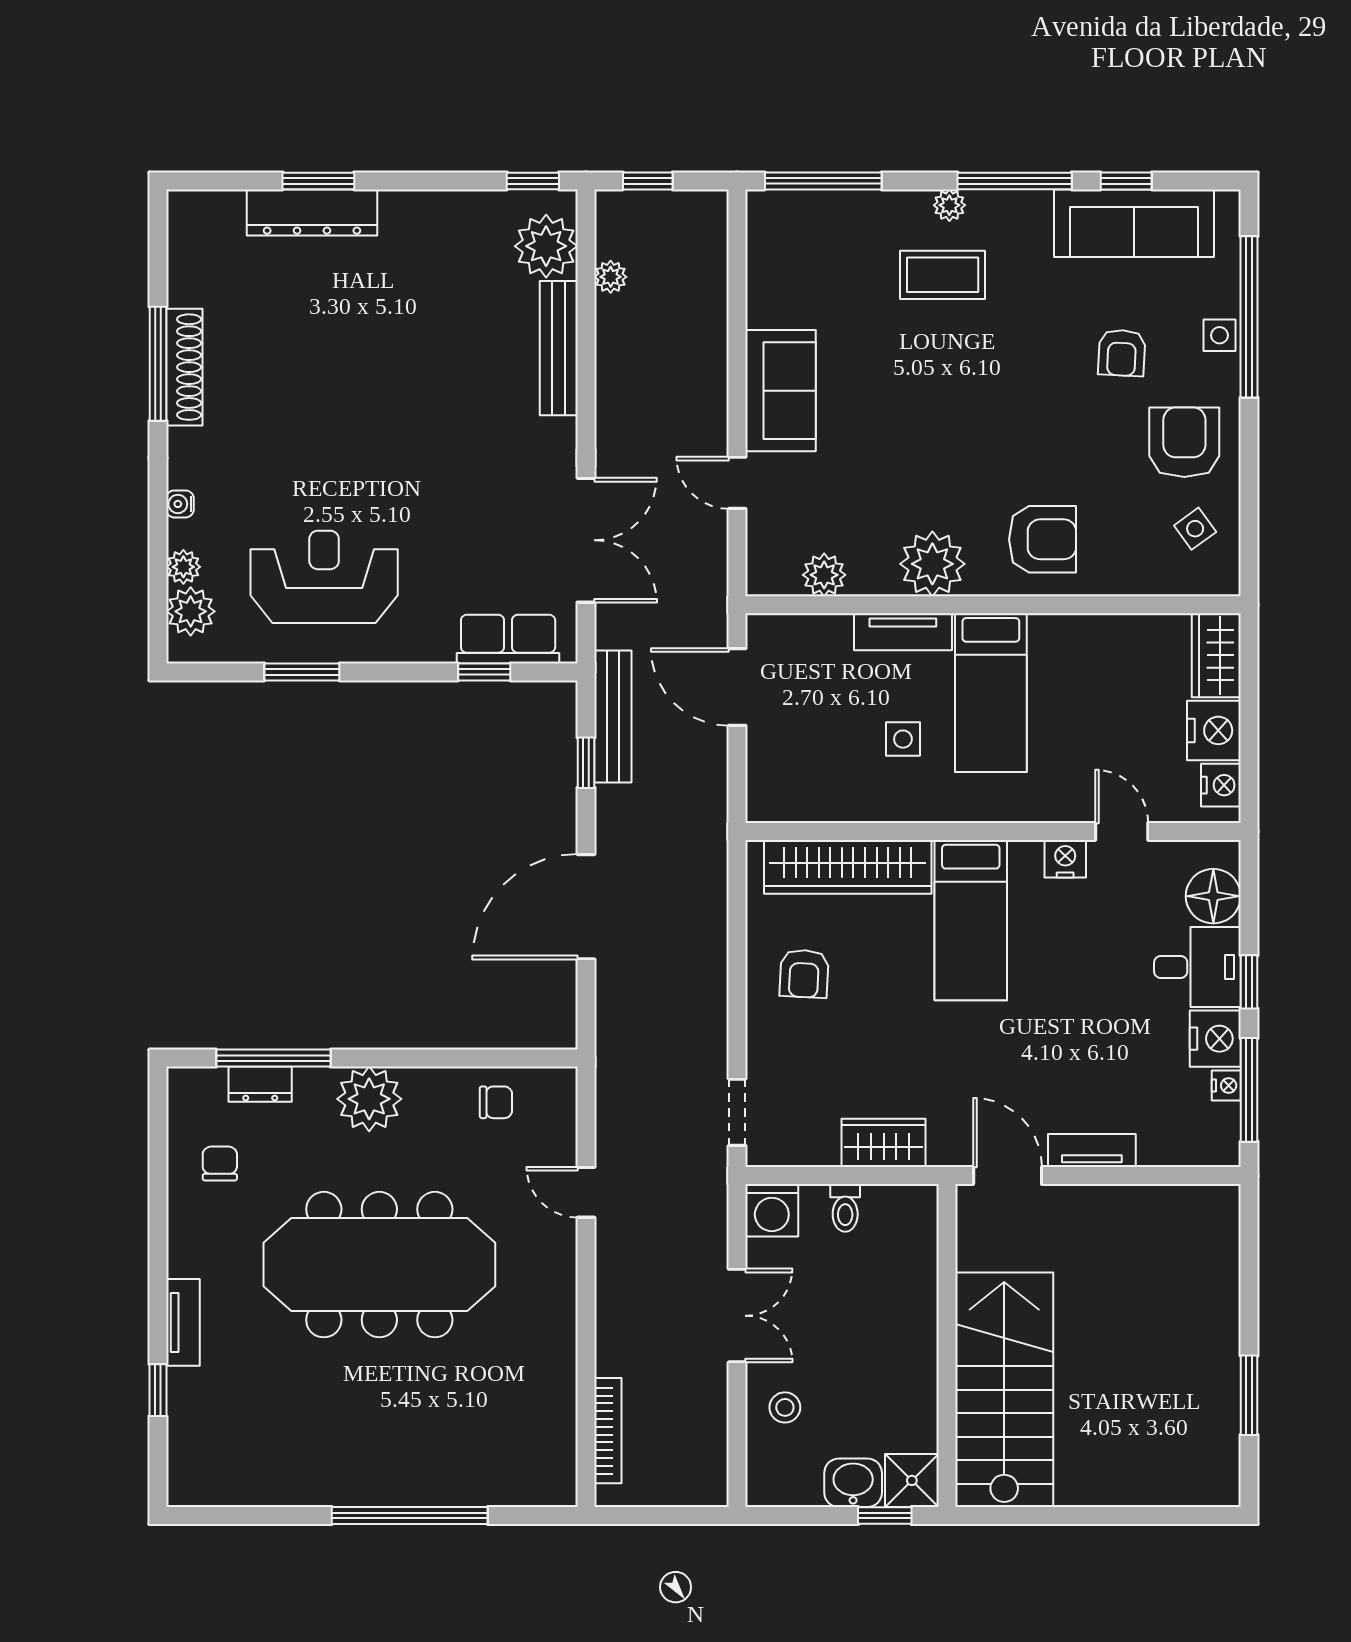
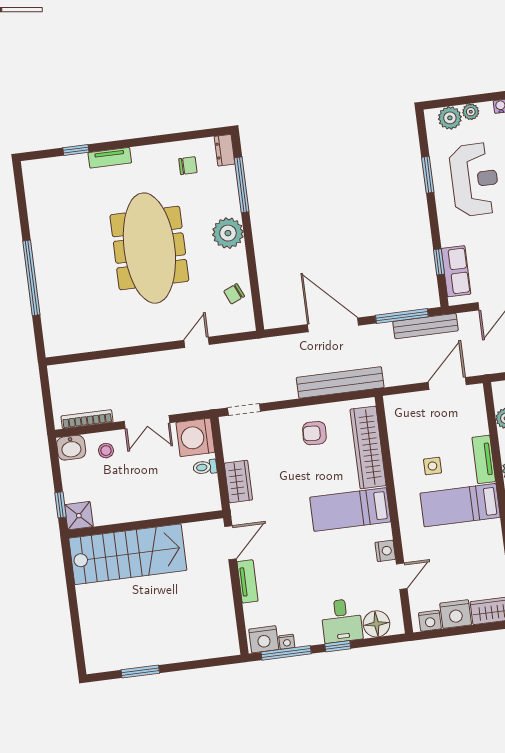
window: (586, 763) -> (402, 316), width x2.17
bench: (707, 907) -> (340, 382), added
nightstand: (1215, 1039) -> (264, 639), moved
dresser: (260, 1084) -> (224, 150), moved
chair: (496, 1102) -> (234, 294), turned 66
washing machine: (772, 1210) -> (195, 437), width x1.37, depth x1.37
bookcase: (608, 1431) -> (87, 419), moved, turned 180
washbasin: (853, 1483) -> (71, 448), moved, turned 90

